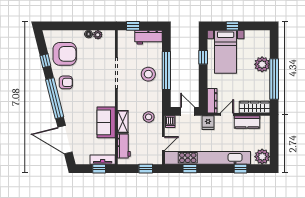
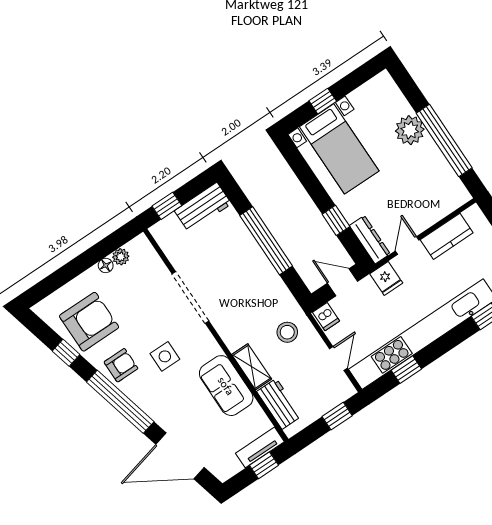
window: (203, 57) -> (336, 220), moved
stool: (148, 74) -> (242, 265), removed
side table: (88, 91) -> (165, 356), added
wardrobe: (255, 107) -> (443, 205), removed

